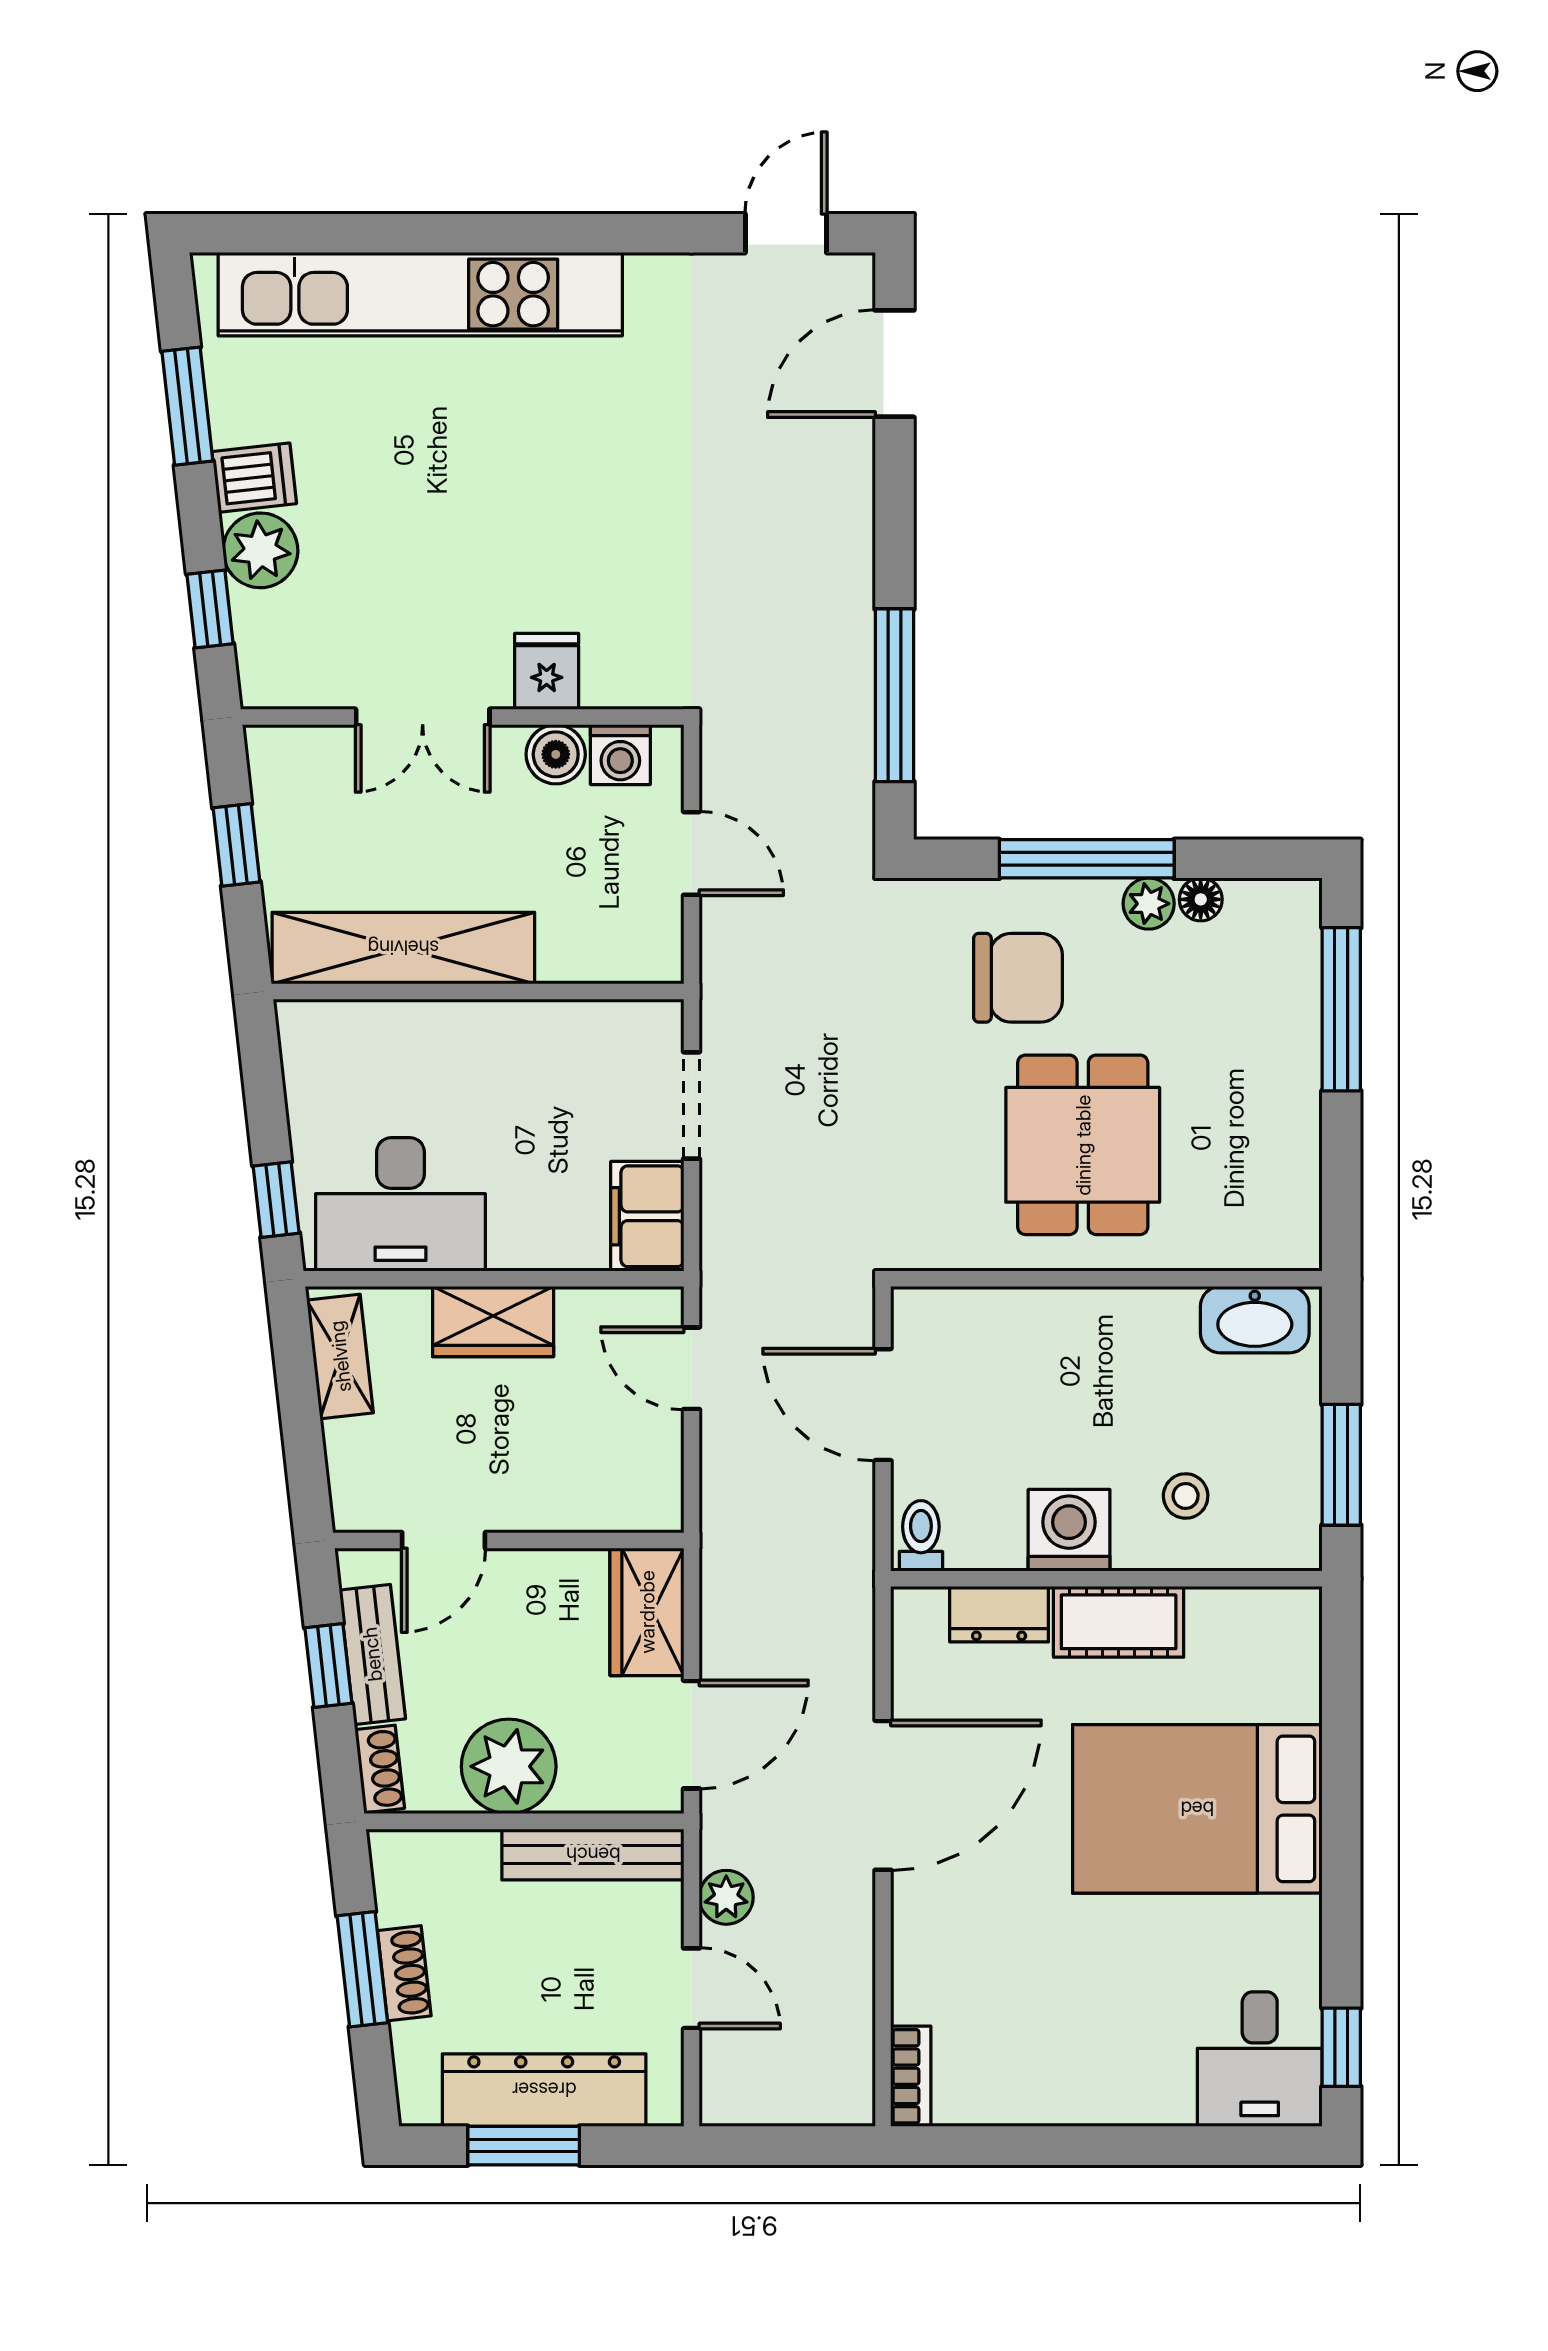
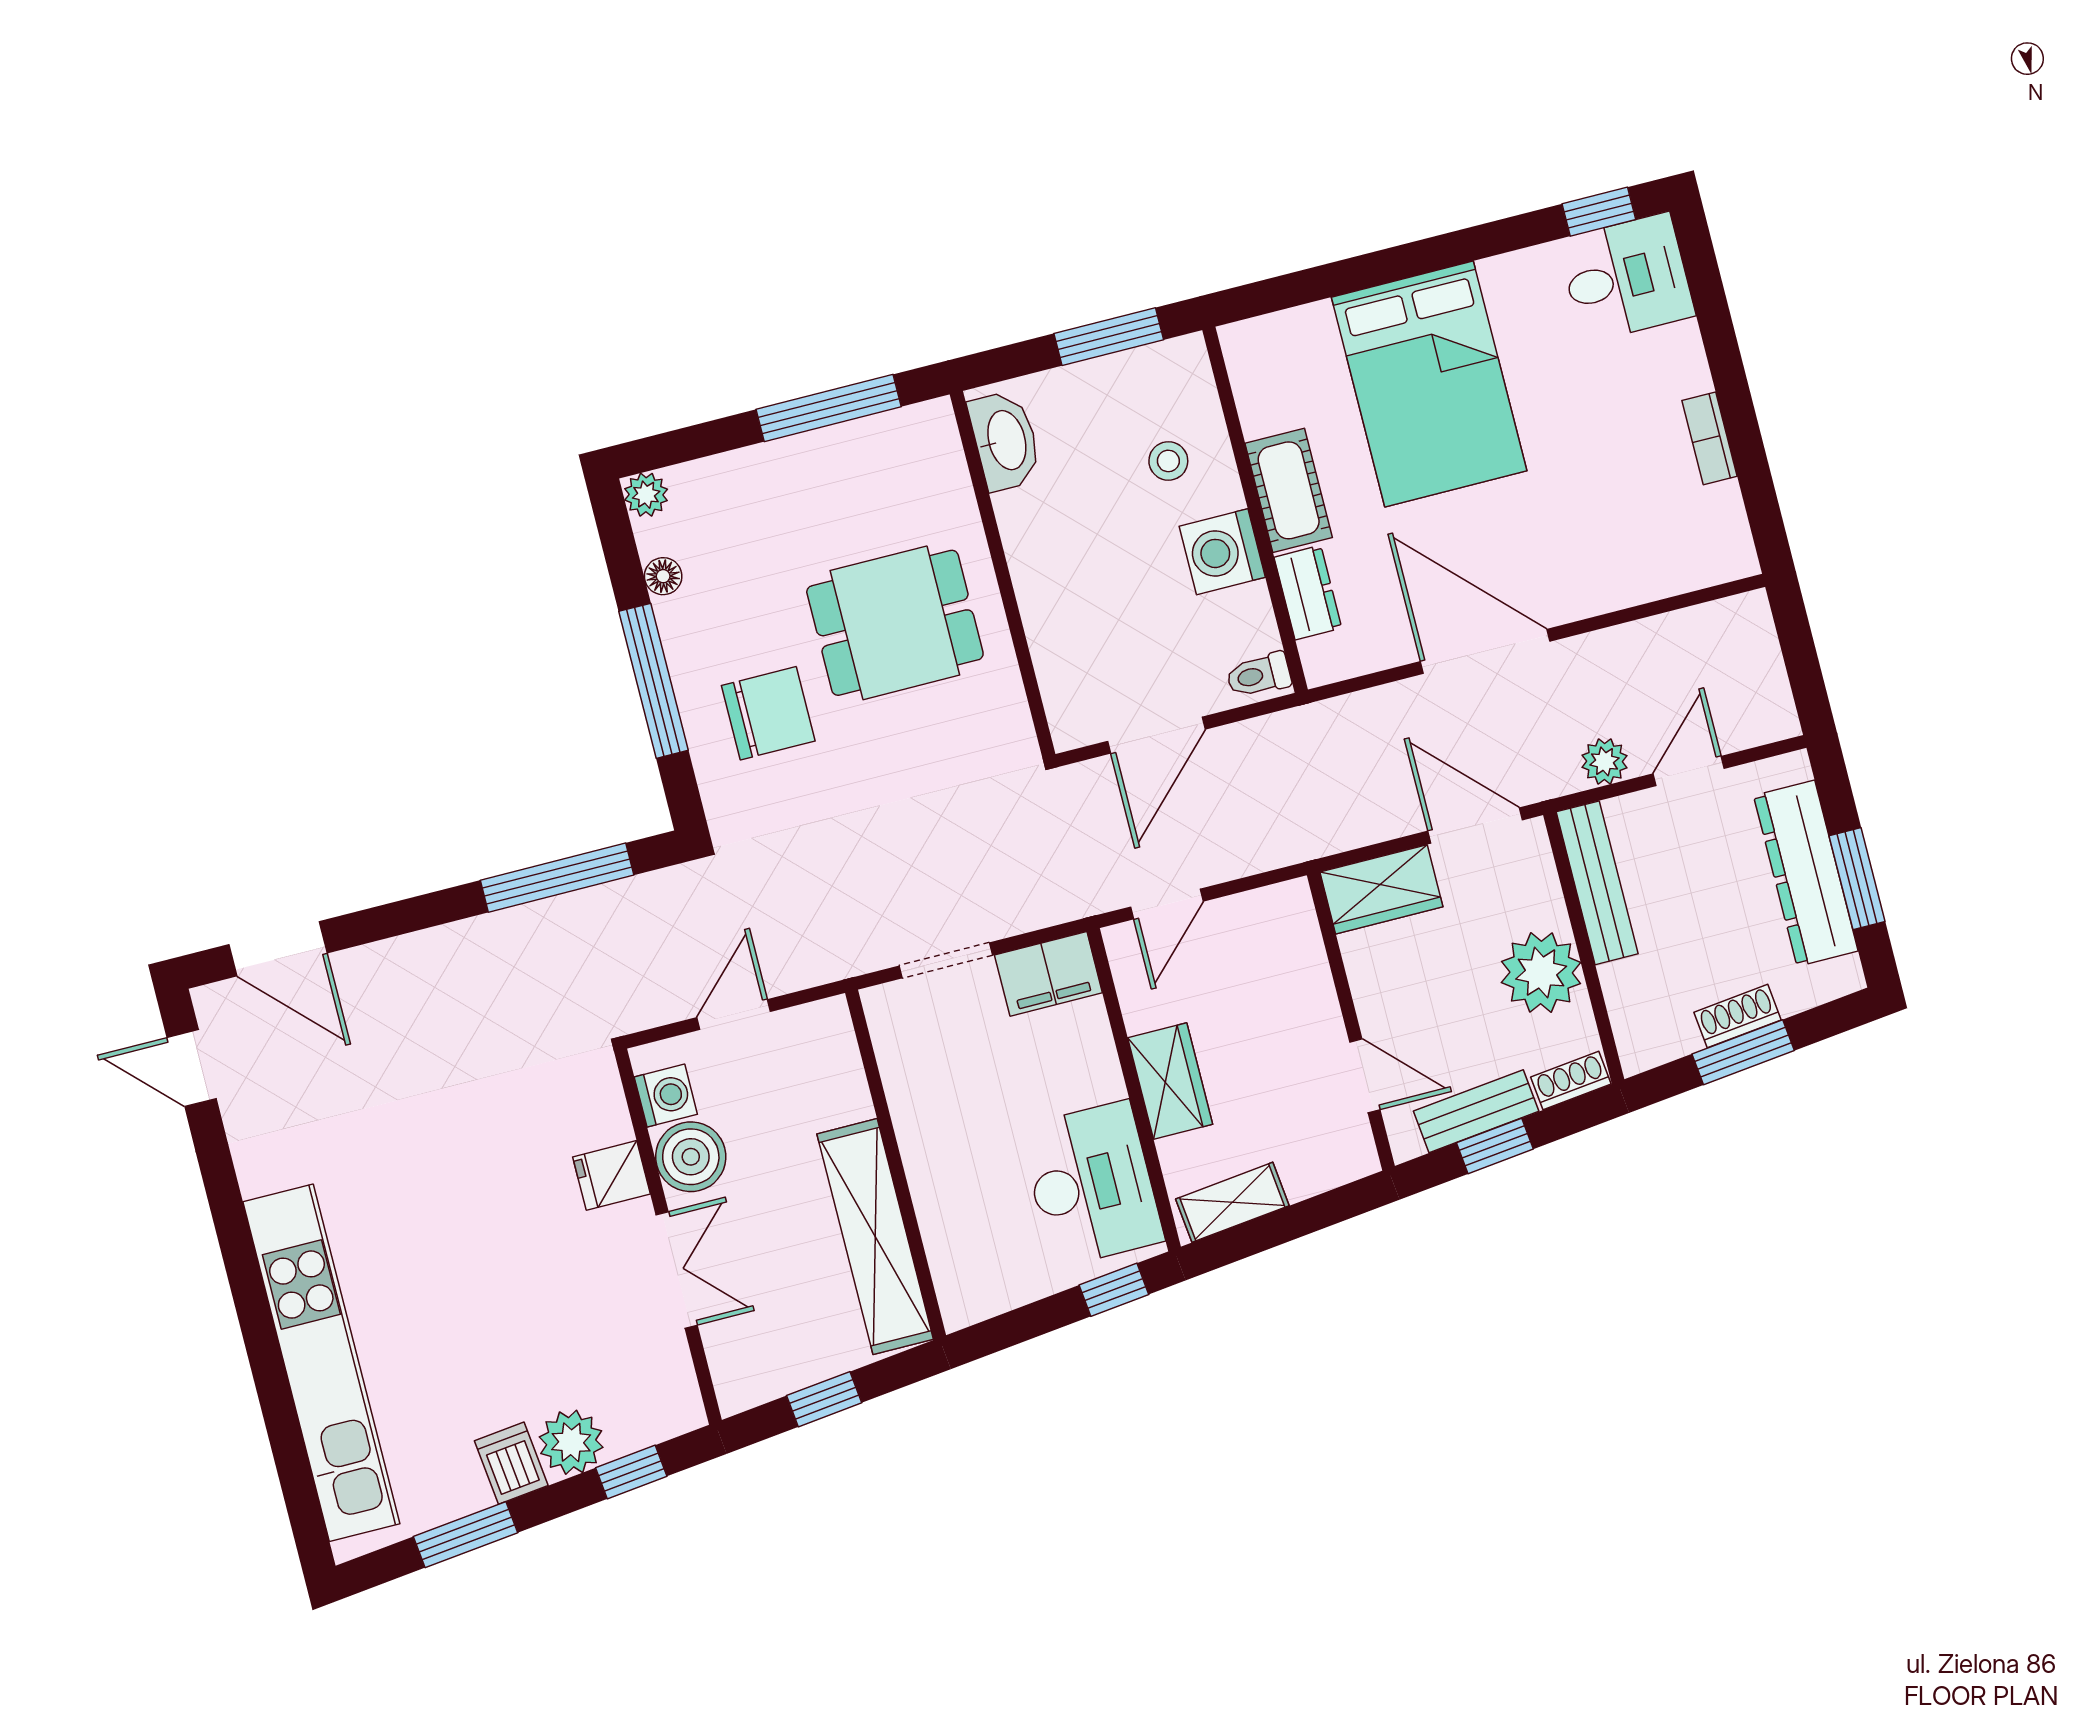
boiler: (556, 754) -> (691, 1157), width x1.36, depth x1.36
plant: (1149, 904) -> (646, 495), moved
chair: (1018, 978) -> (768, 713), turned 90
window: (1341, 1009) -> (829, 408), moved
bookcase: (911, 2076) -> (1710, 438), moved, turned -90

